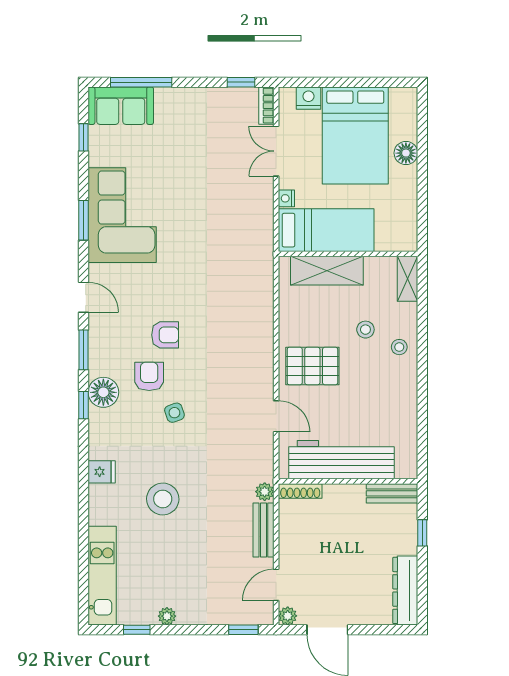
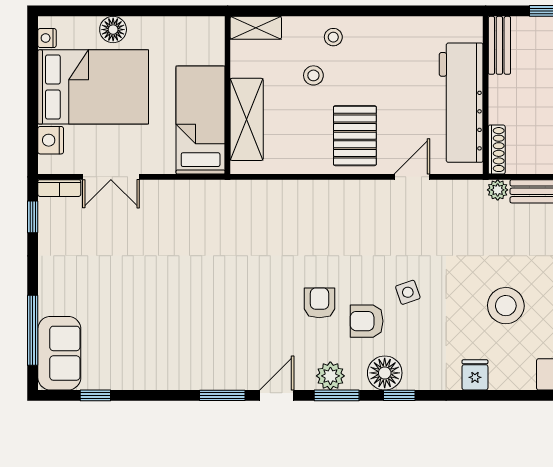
nightstand: (286, 198) -> (47, 38), moved, turned 90
corner sofa: (122, 215) -> (184, 352), removed
window: (84, 220) -> (222, 395), moved
plant: (101, 344) -> (330, 376), added

